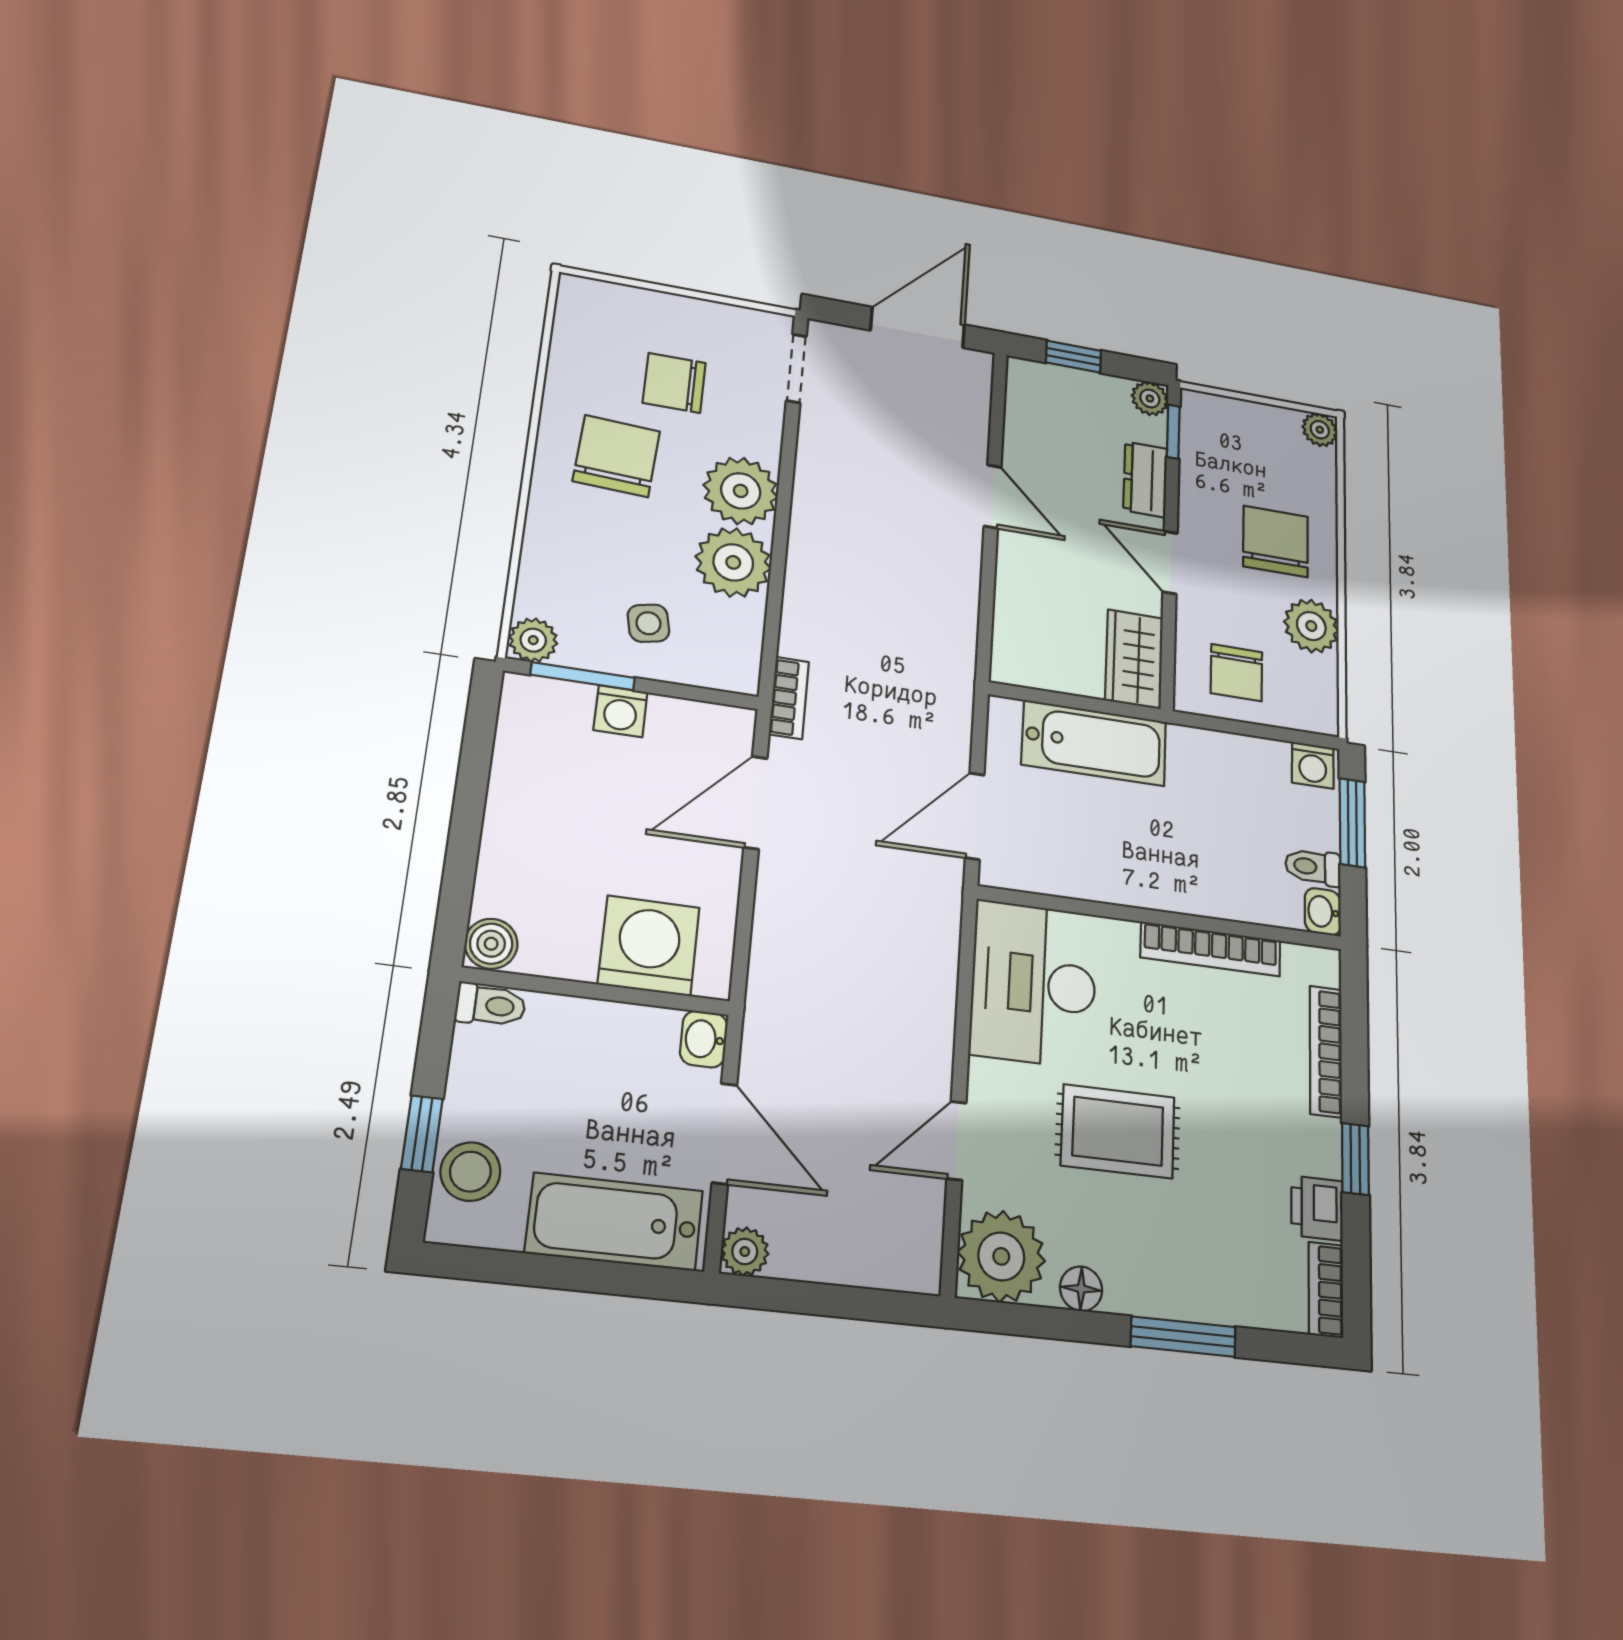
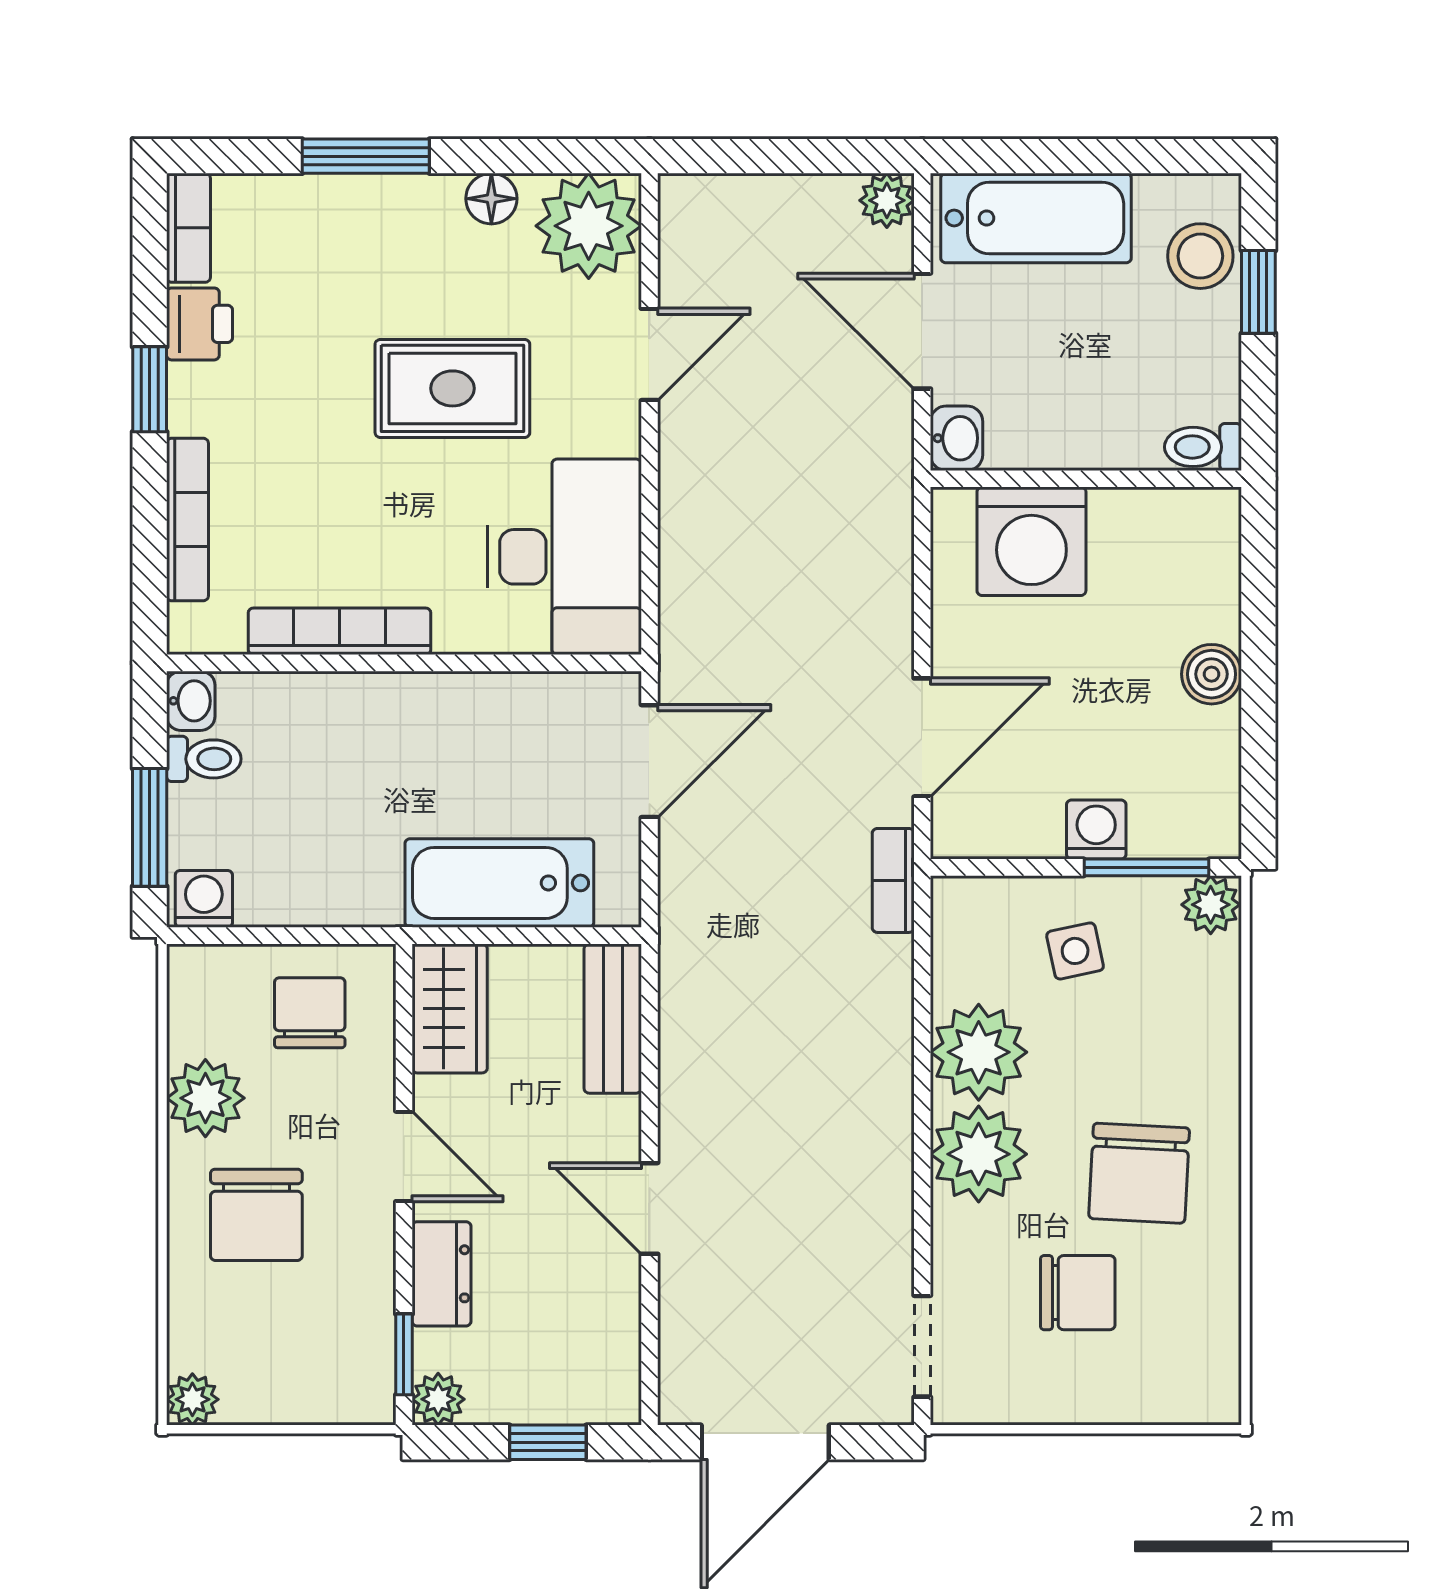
bench: (1013, 632) -> (613, 1019), added
boiler: (491, 944) -> (1212, 674), moved

